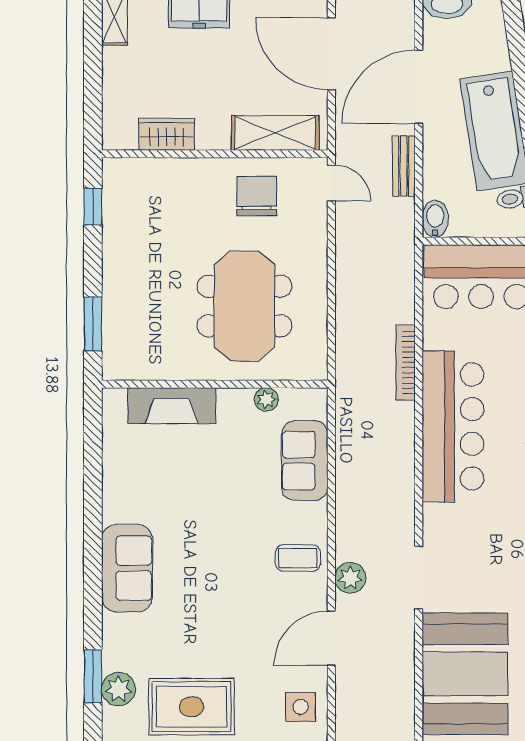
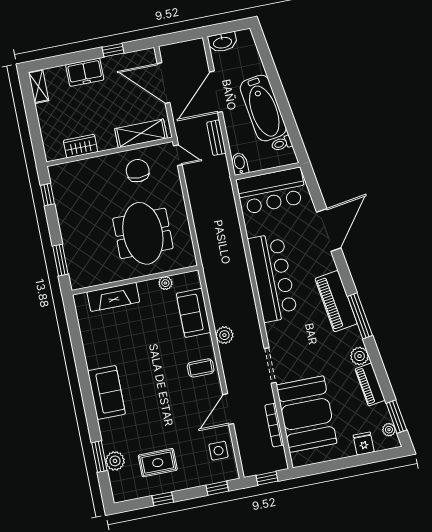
bookcase: (406, 363) -> (274, 425), moved
plant: (350, 578) -> (224, 335), moved
rug: (192, 707) -> (158, 463), width x0.73, depth x0.70

